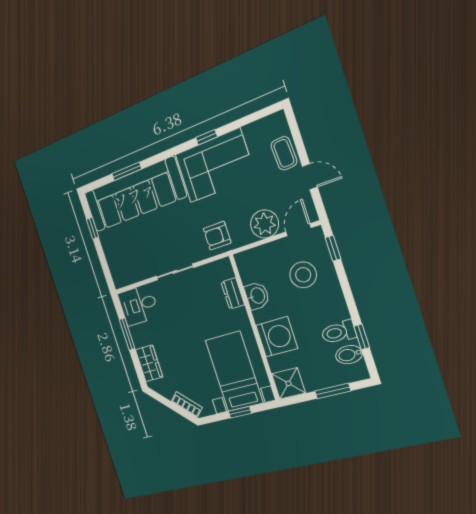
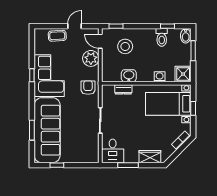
armchair: (217, 236) -> (88, 88), turned 180
washing machine: (277, 337) -> (160, 77), width x0.53, depth x0.53
bidet: (349, 355) -> (186, 36), moved

